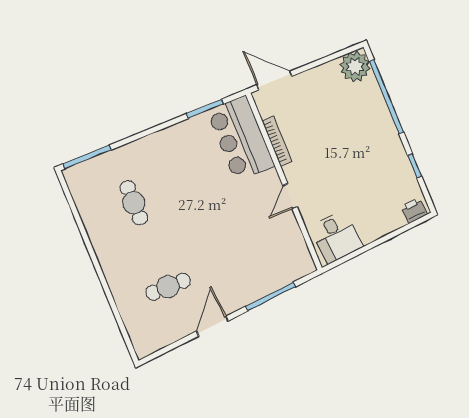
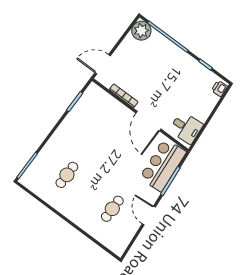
bar counter: (241, 138) -> (163, 165), moved, turned 85
door: (290, 196) -> (148, 121), width x1.88
cafe table: (134, 203) -> (67, 175), turned 90

